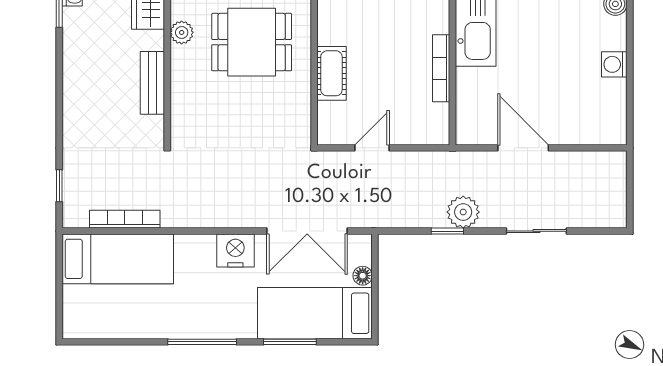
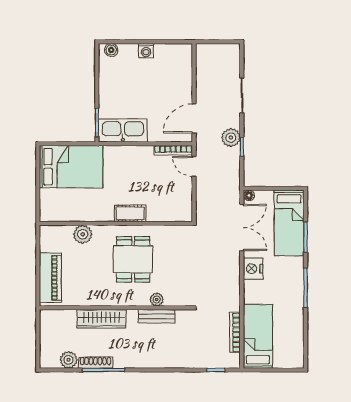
plant: (182, 32) -> (157, 300), moved
bookcase: (441, 68) -> (173, 150), moved
cot: (331, 73) -> (130, 213), moved
door: (372, 148) -> (194, 166), moved
door: (523, 148) -> (194, 118), moved
floor lamp: (363, 276) -> (249, 195), moved

